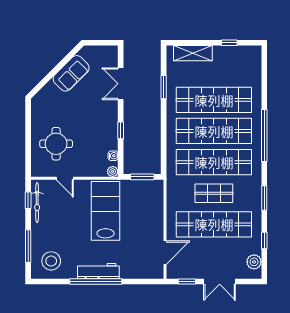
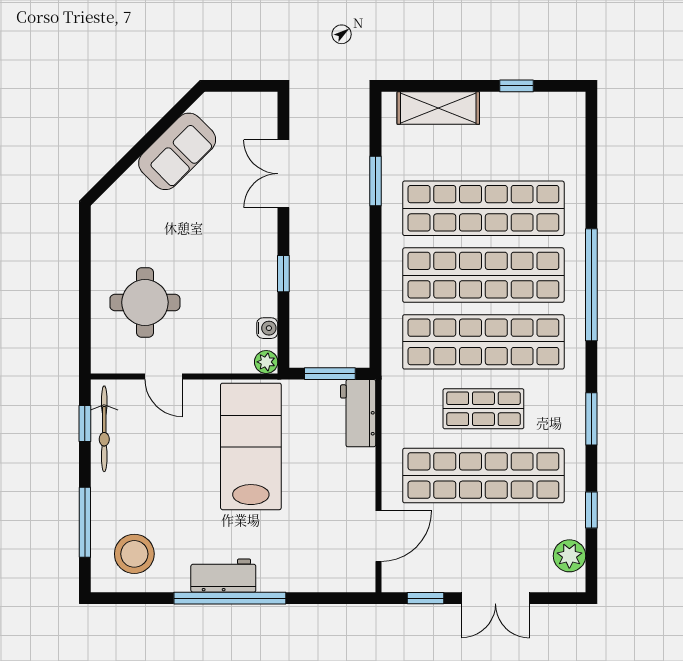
workbench: (155, 195) -> (358, 413), added
workbench: (98, 271) -> (223, 576), width x0.73

